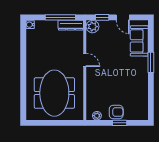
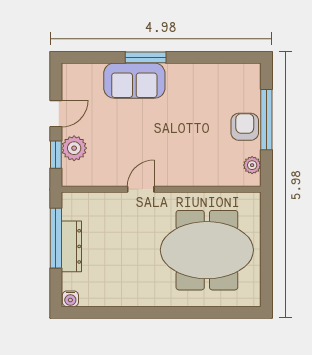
dresser: (71, 25) -> (71, 246), moved
plant: (92, 27) -> (74, 148), moved
sofa: (139, 41) -> (134, 81), moved
window: (120, 123) -> (266, 120), width x2.17

